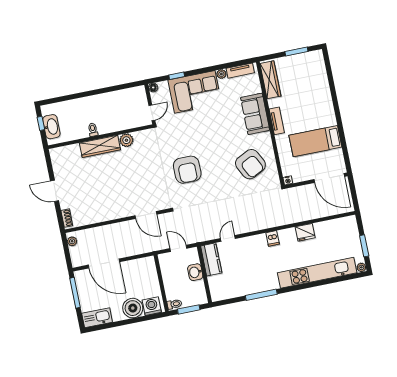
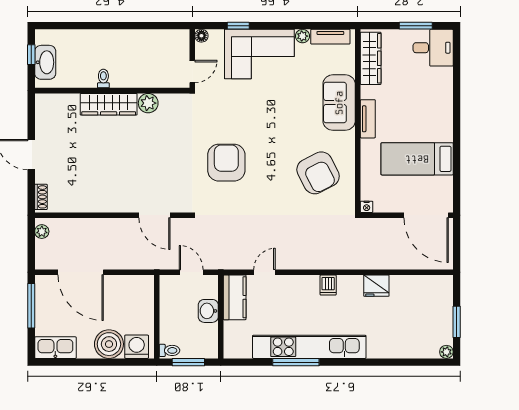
desk: (311, 64) -> (433, 48), added
armchair: (187, 170) -> (226, 163), turned 180
kitchen unit: (317, 273) -> (309, 347), moved

